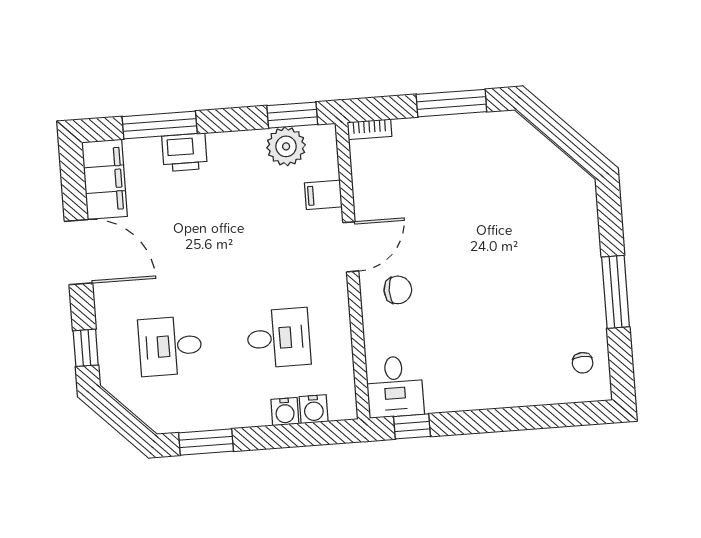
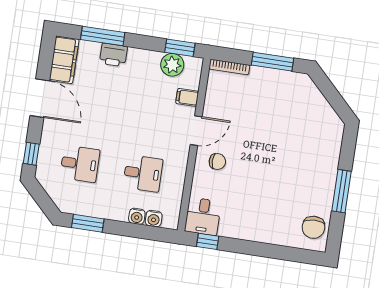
bookcase: (370, 129) -> (229, 67), width x1.56
desk: (170, 346) -> (80, 164), turned 180
chair: (583, 363) -> (313, 227), width x1.87, depth x1.87

